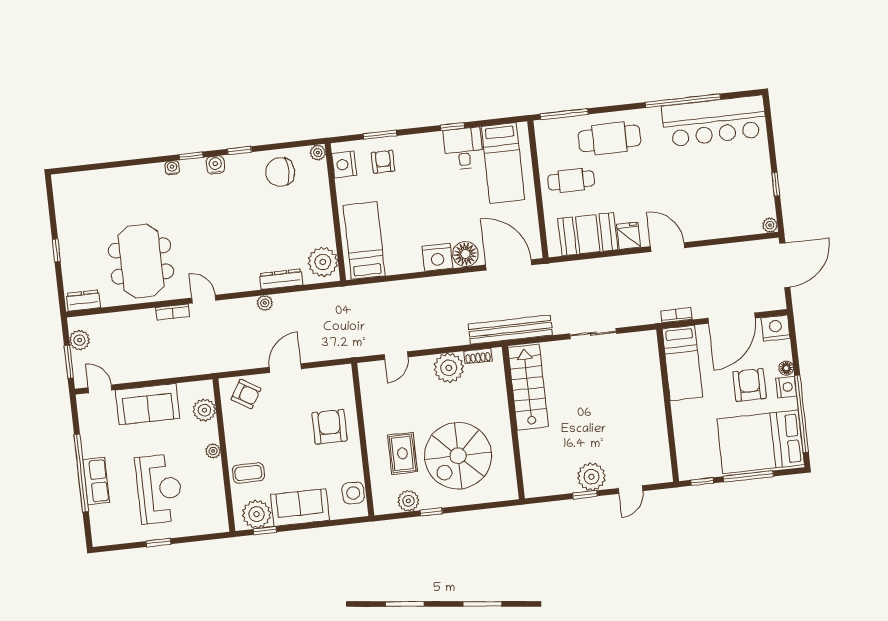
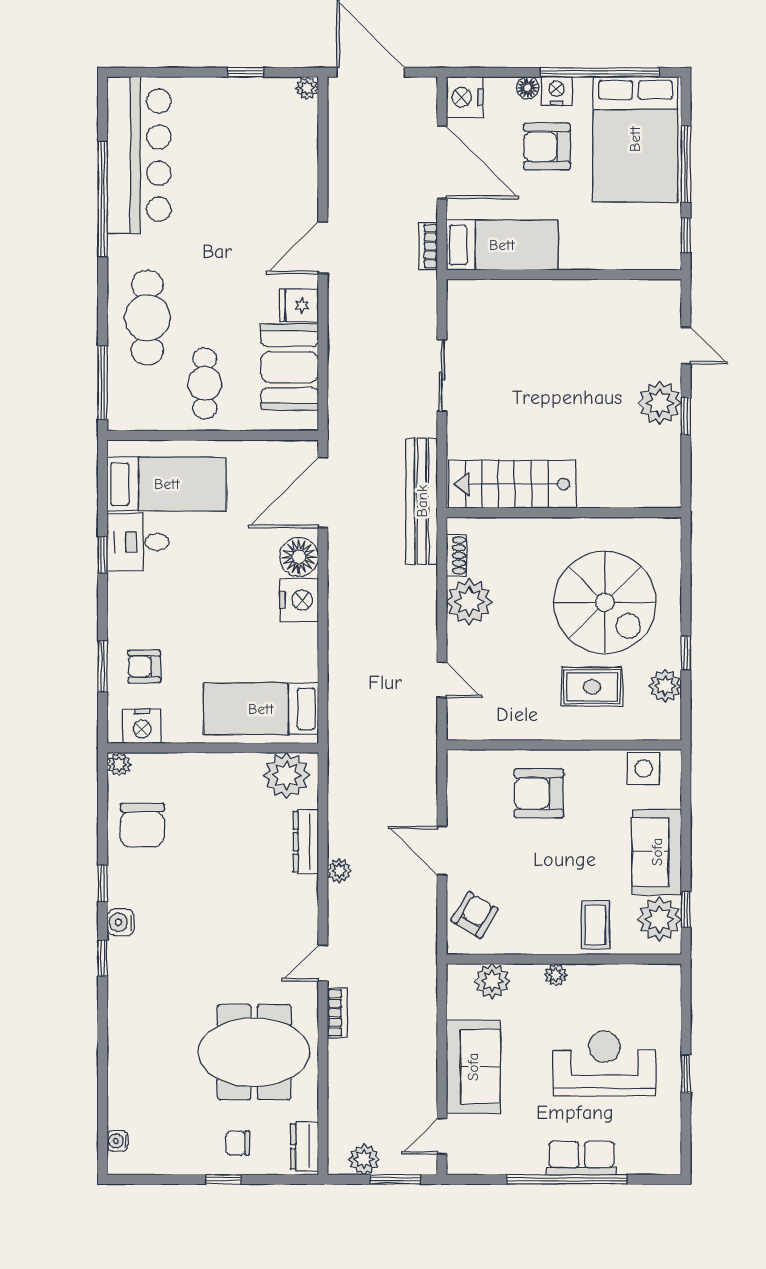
water cooler: (172, 168) -> (117, 1141), moved
chair: (81, 257) -> (238, 1143), added

